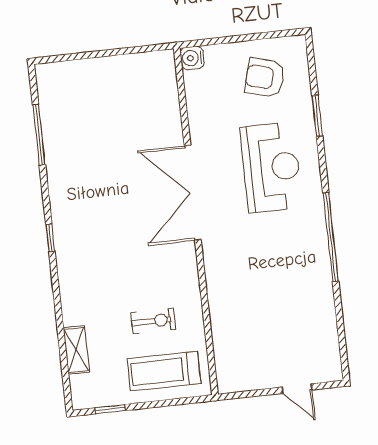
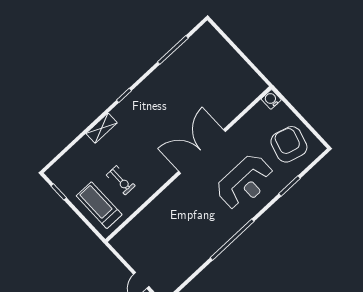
armchair: (265, 78) -> (289, 144), width x1.36, depth x1.36
shelving: (76, 350) -> (102, 128), moved

